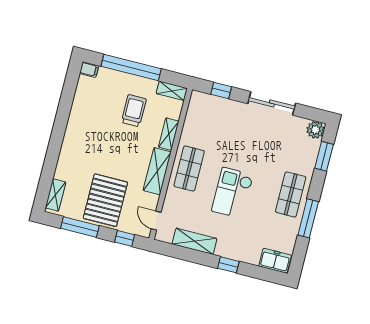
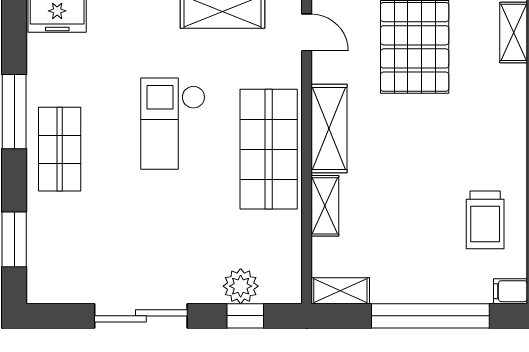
trolley: (134, 111) -> (485, 220), moved
plant: (315, 130) -> (241, 286), moved
shop shelf: (189, 169) -> (269, 149), width x1.43, depth x1.36
checkout: (232, 193) -> (173, 124), turned 180

